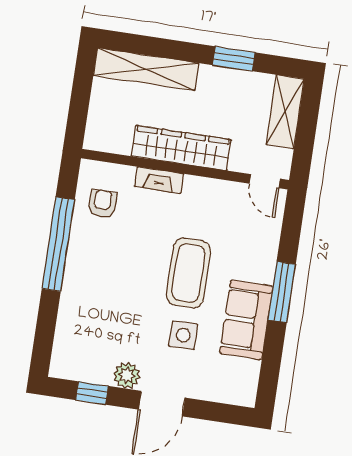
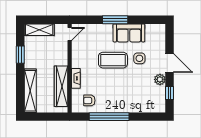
wardrobe: (181, 148) -> (61, 86), moved

